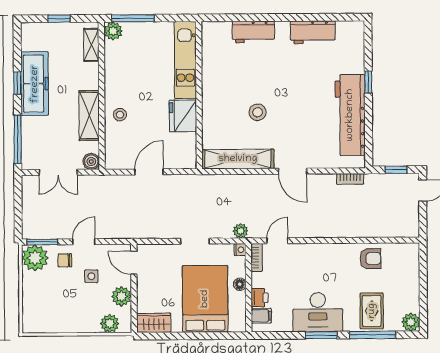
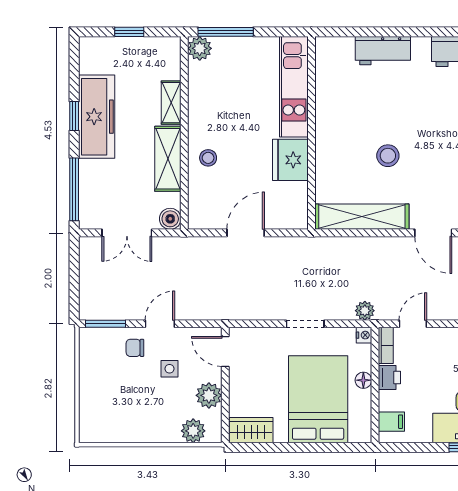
shelving: (91, 45) -> (171, 103), moved
plant: (35, 258) -> (96, 344), removed
printer: (260, 298) -> (389, 378), moved

